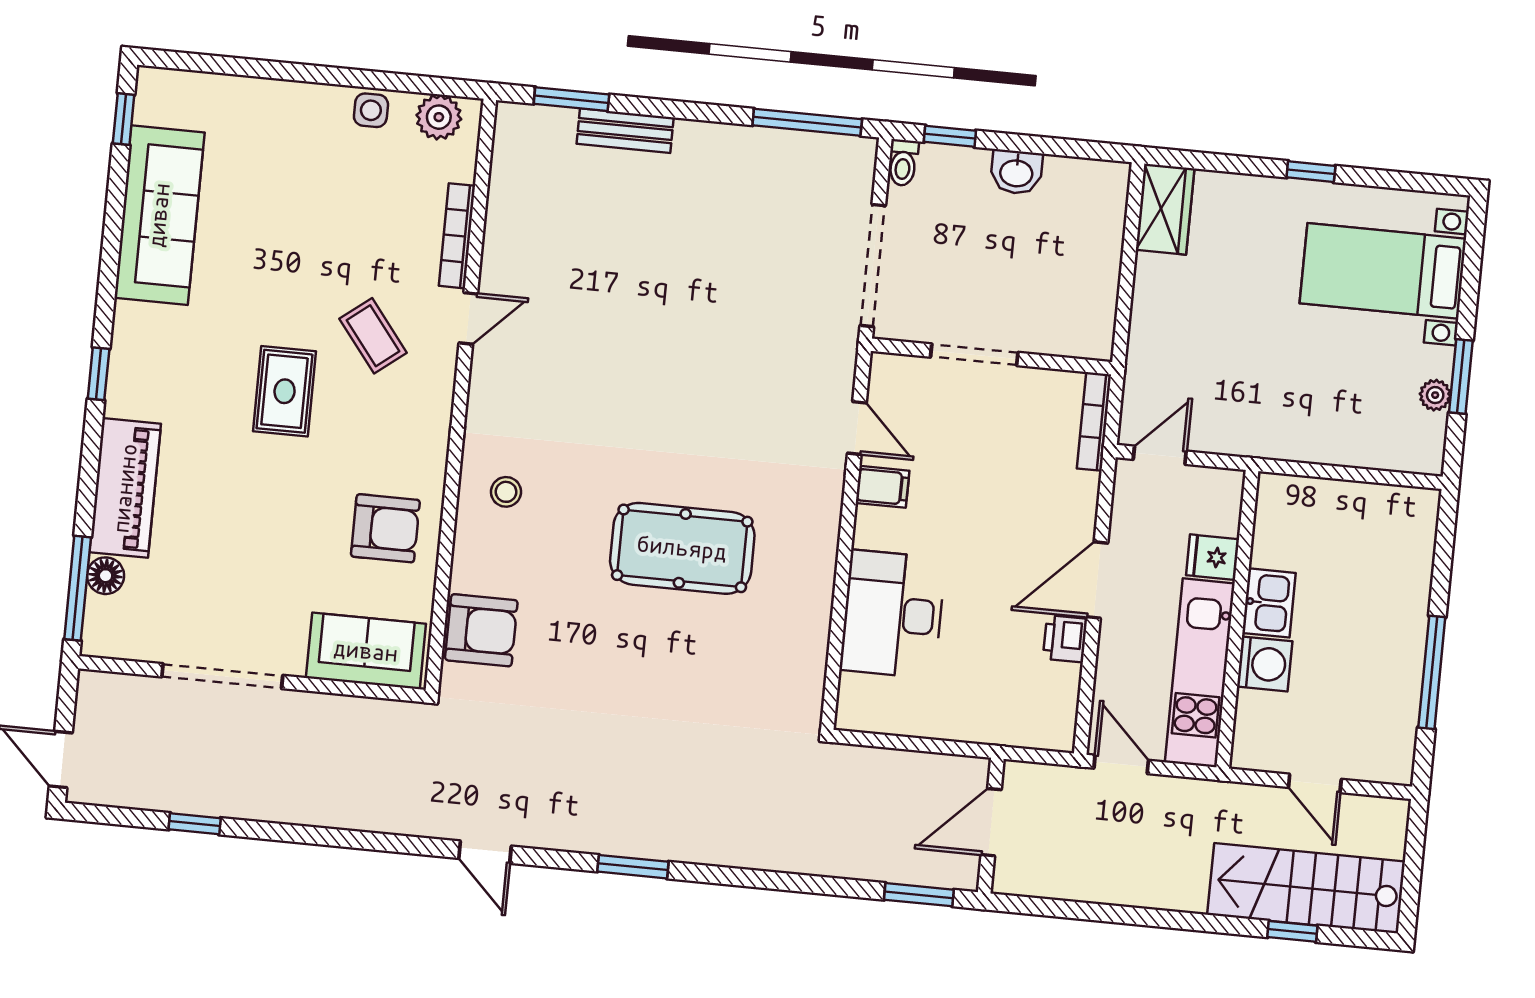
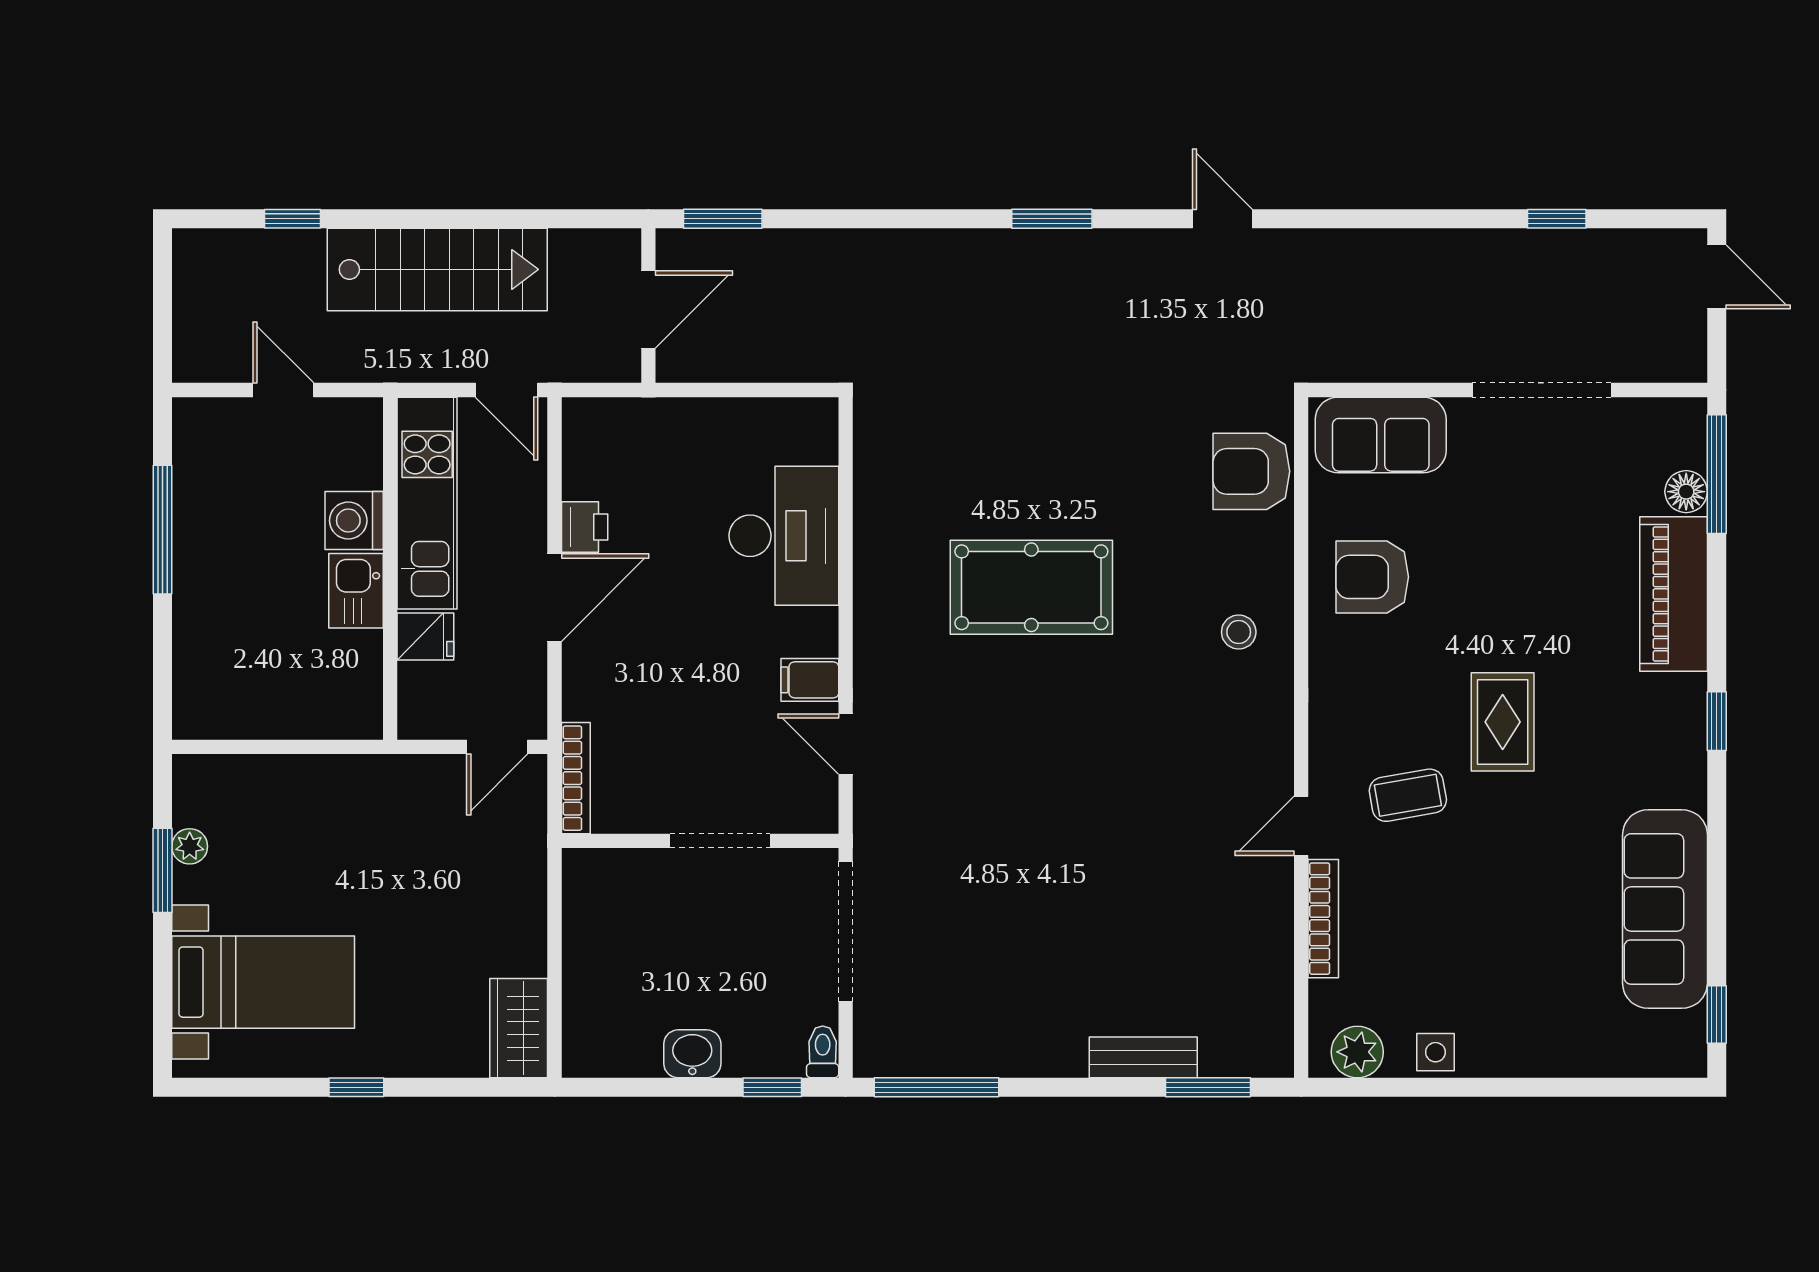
coffee table: (373, 336) -> (1408, 795), turned -62
stairs: (1306, 888) -> (437, 269), moved

